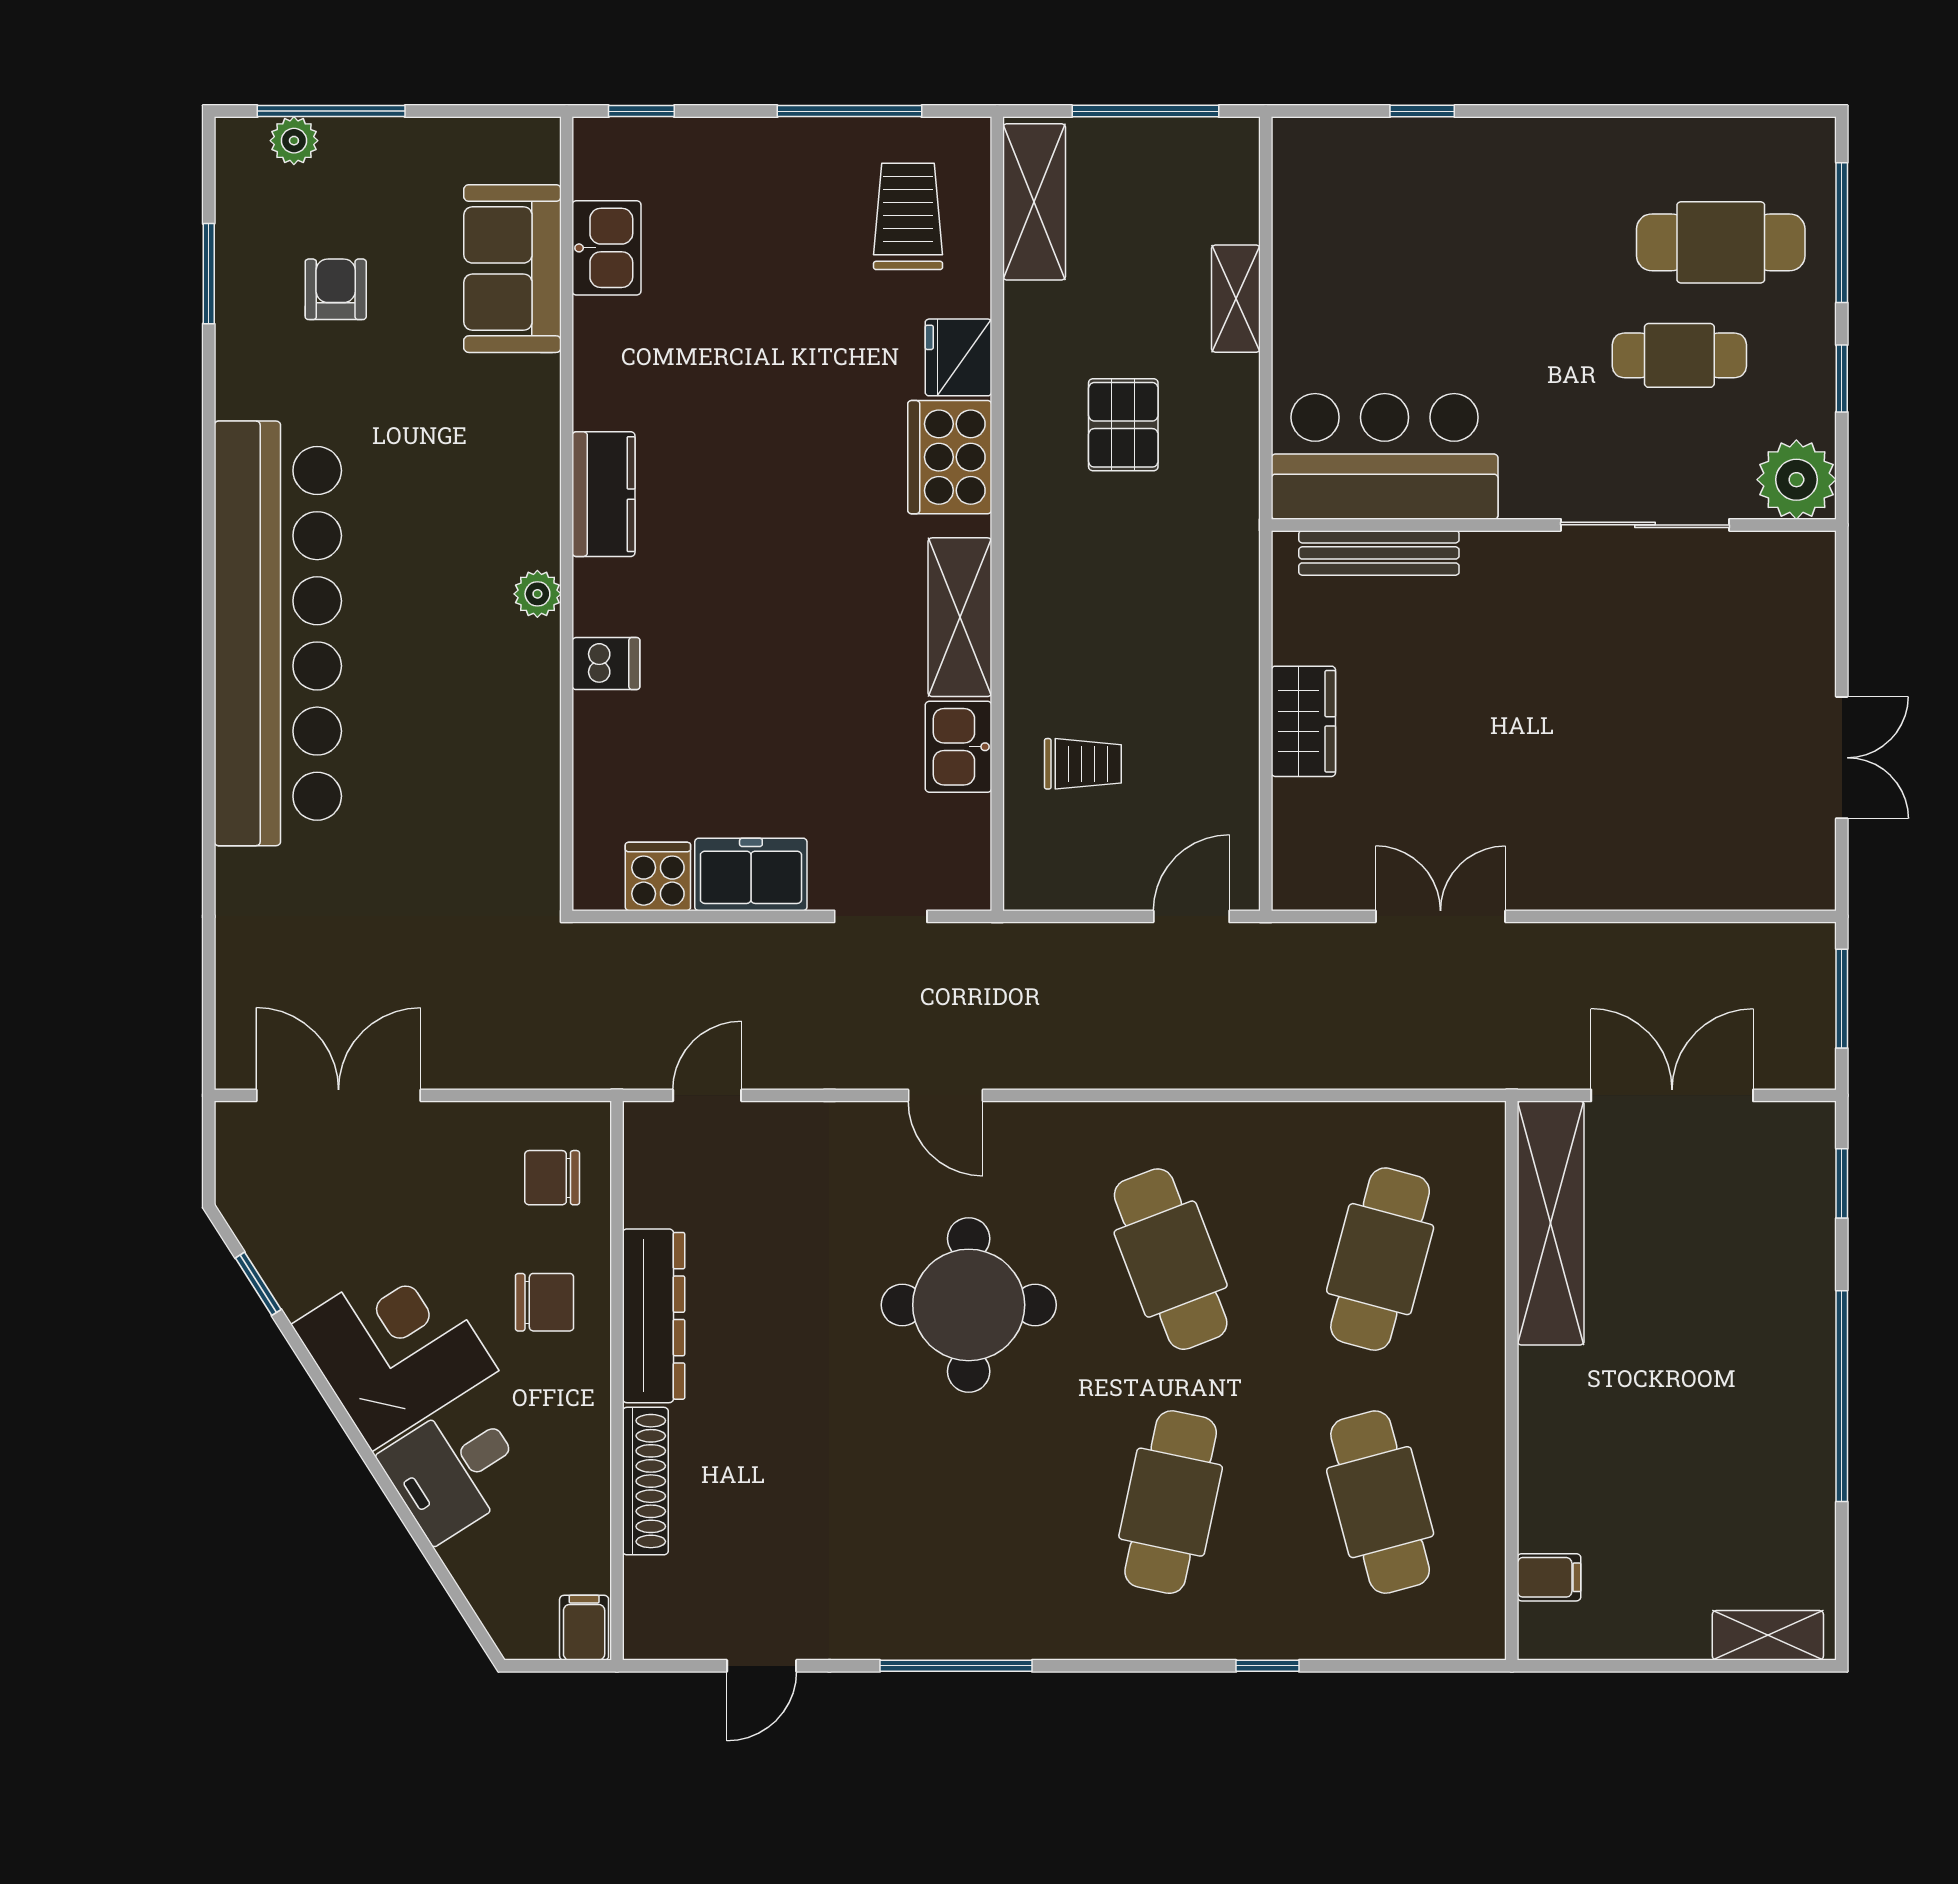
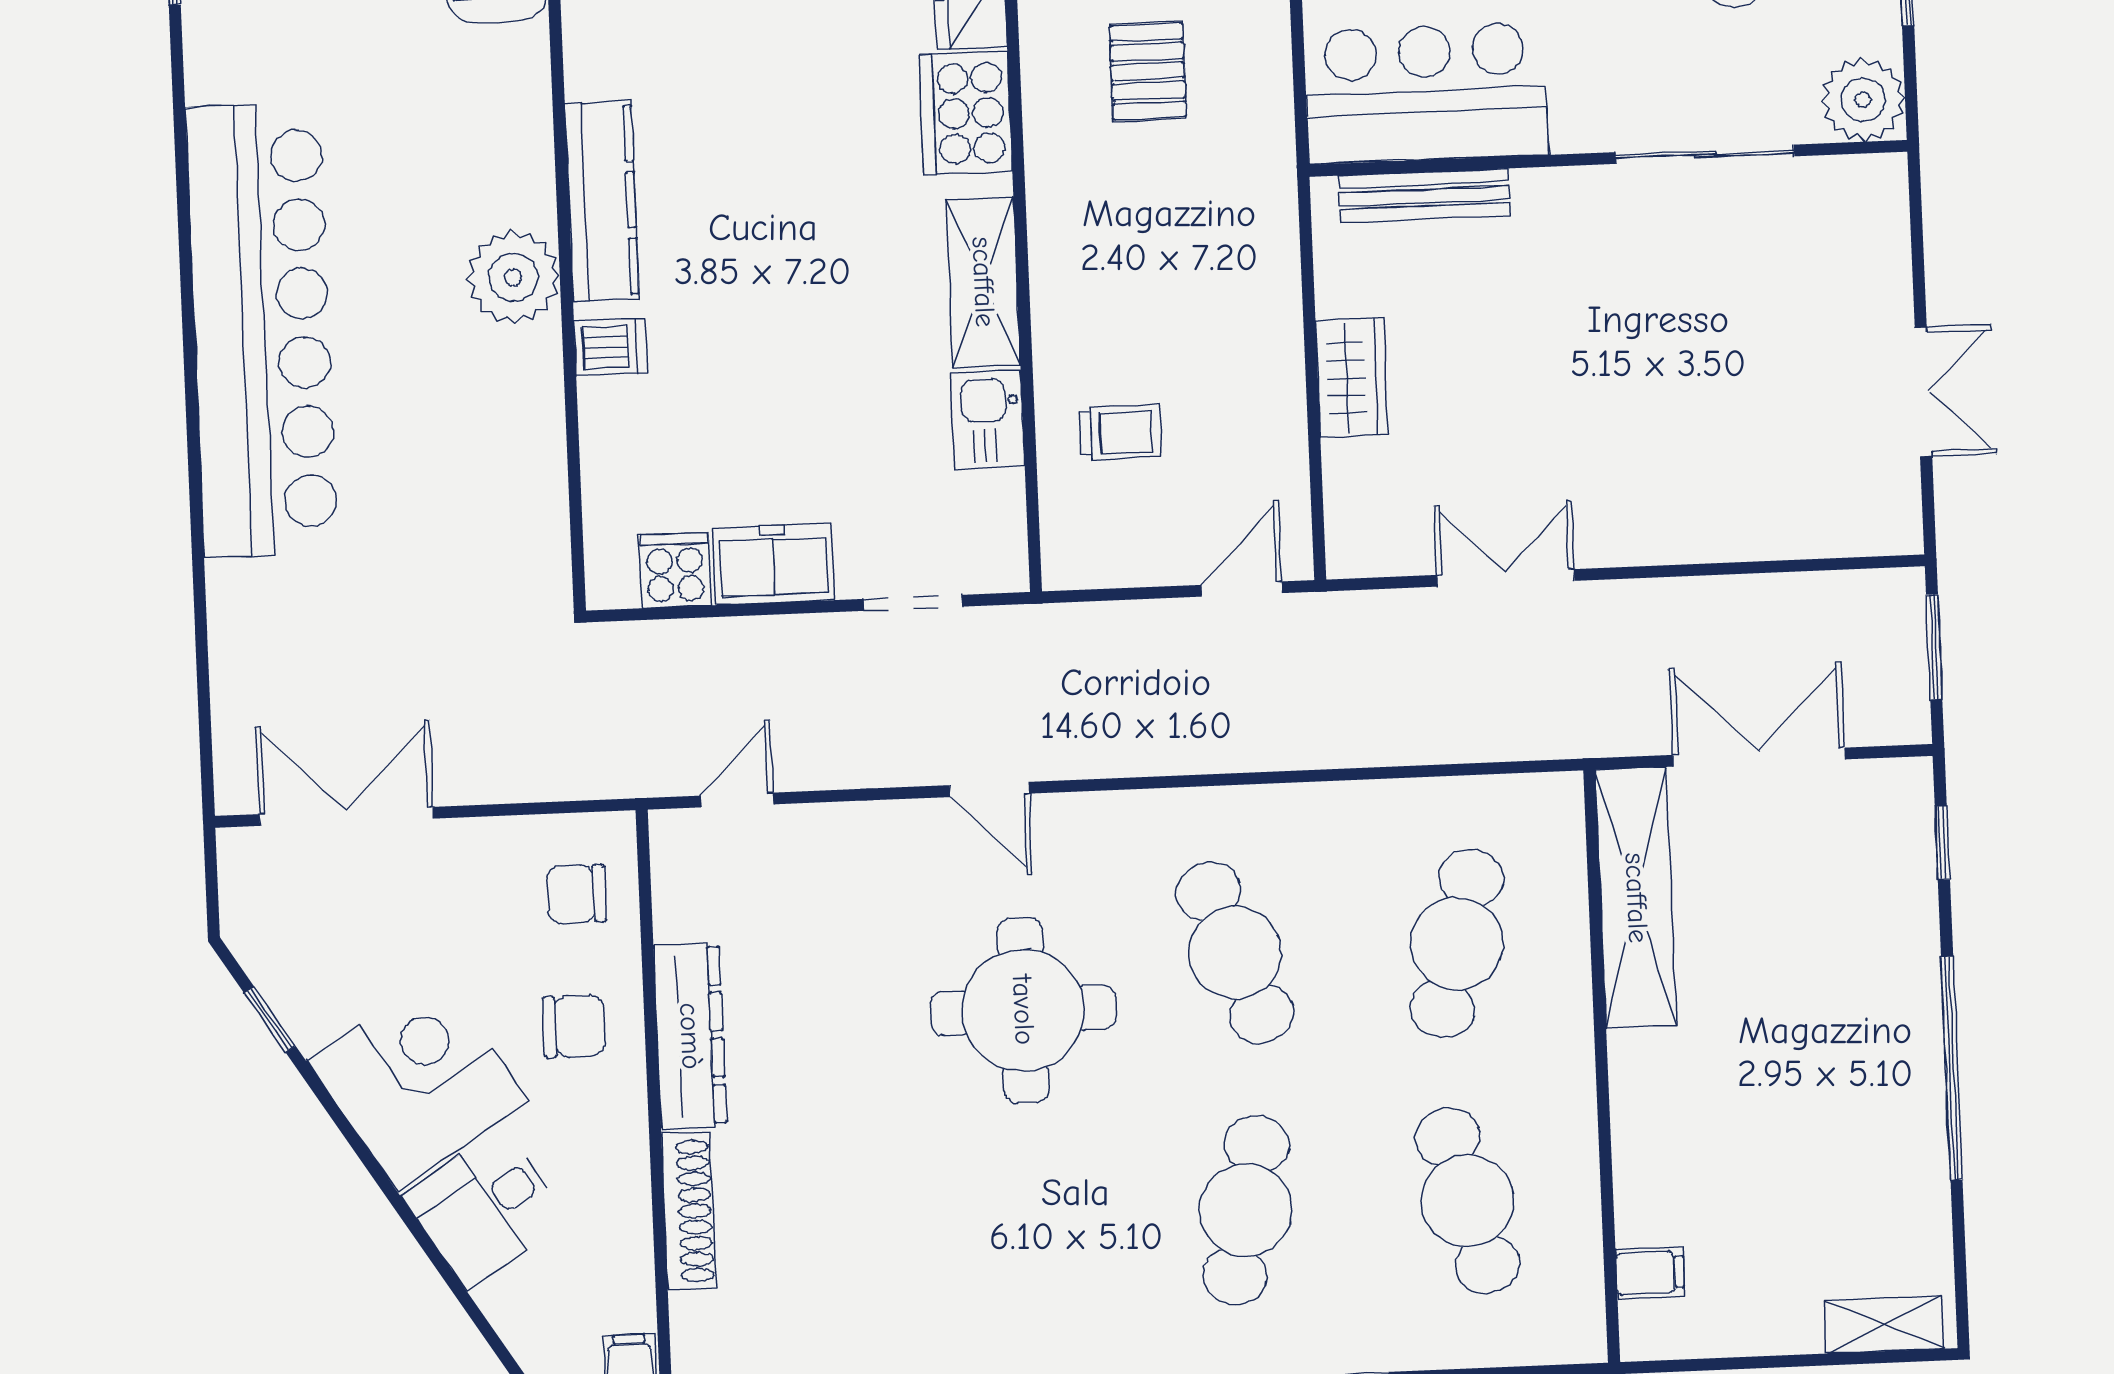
kitchen counter: (604, 494) -> (602, 201), width x1.50
plant: (537, 594) -> (513, 277), width x1.87, depth x1.87

